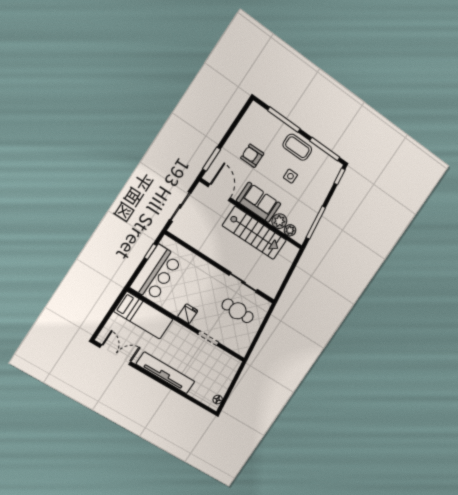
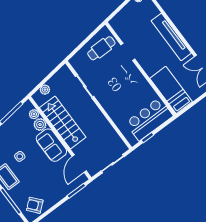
armchair: (252, 156) -> (35, 205), moved, turned 140
plant: (287, 262) -> (45, 90), added
cafe table: (238, 311) -> (101, 48), moved, turned 90
fridge: (188, 314) -> (137, 78), removed

